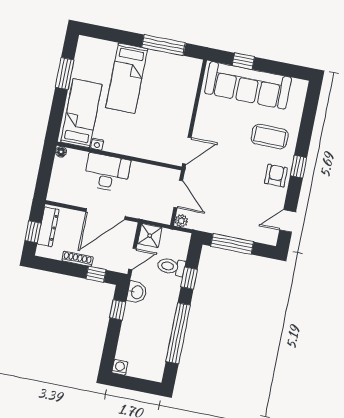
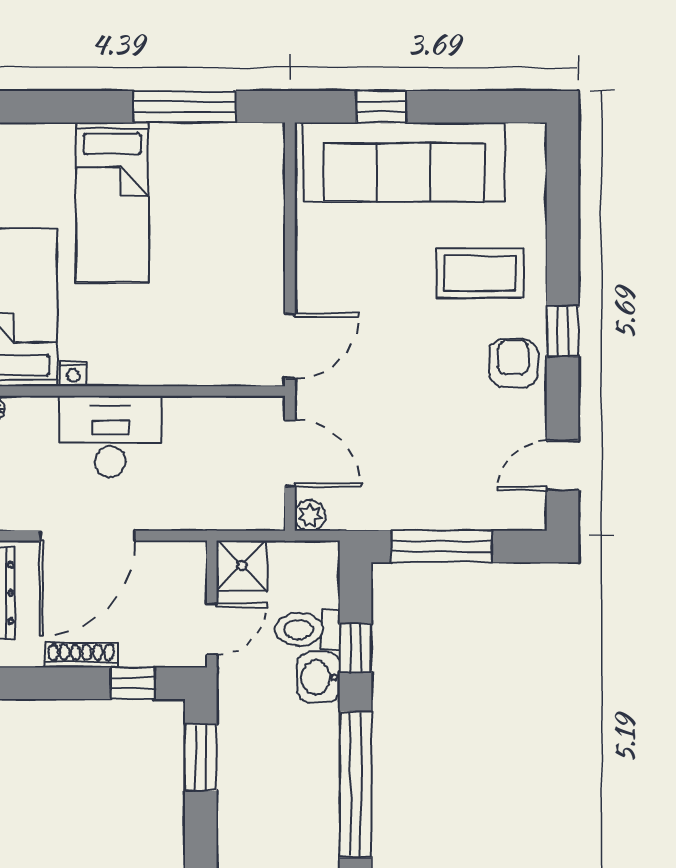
door: (106, 214) -> (87, 536), moved
washbasin: (137, 292) -> (319, 677), moved, turned 180
window: (118, 310) -> (201, 758), width x1.50

